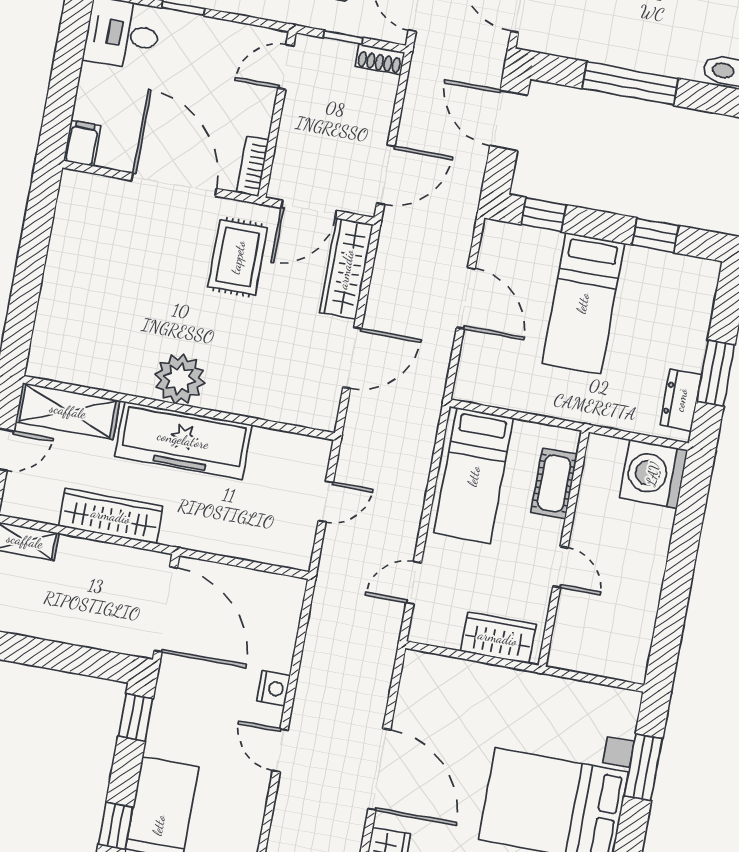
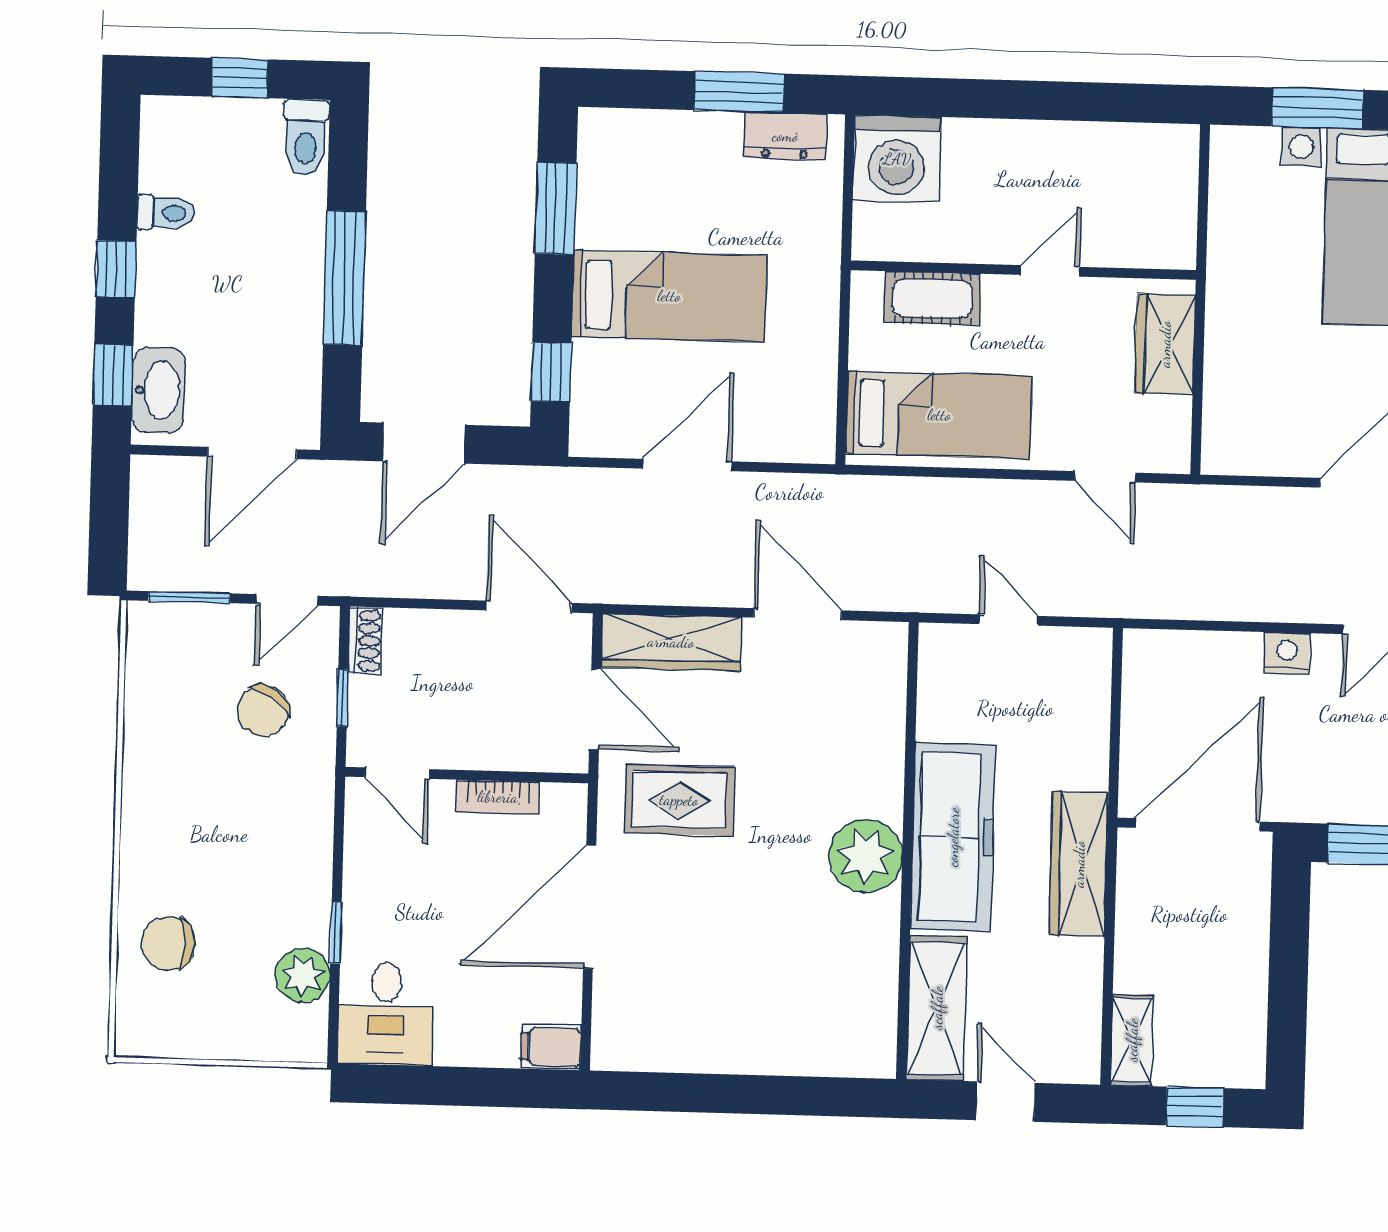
bookcase: (253, 166) -> (498, 797), moved
window: (655, 235) -> (556, 208), width x1.50
wardrobe: (111, 516) -> (1079, 864), moved

